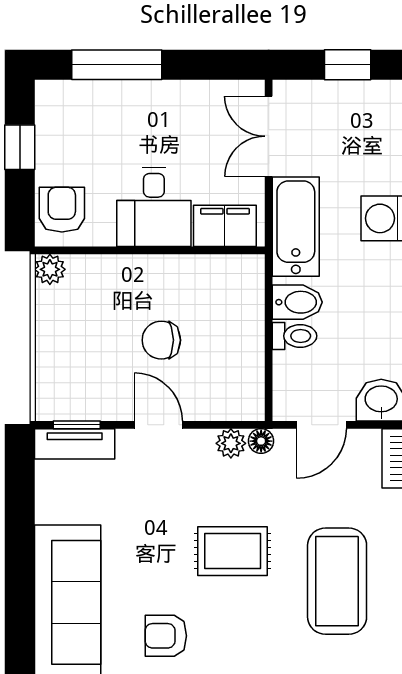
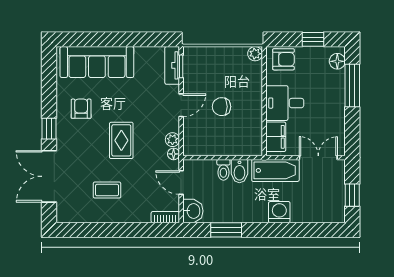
floor lamp: (66, 96) -> (337, 61), added
chair: (161, 340) -> (221, 107), turned -90
coffee table: (337, 581) -> (107, 190), width x0.54, depth x0.58

